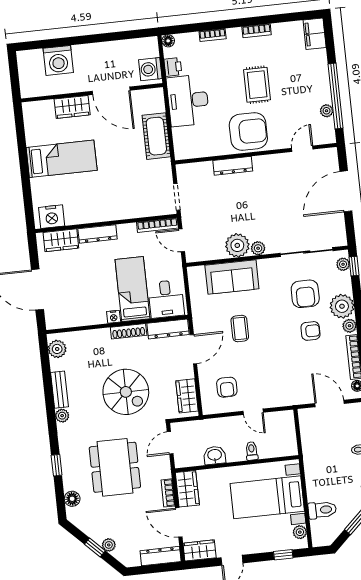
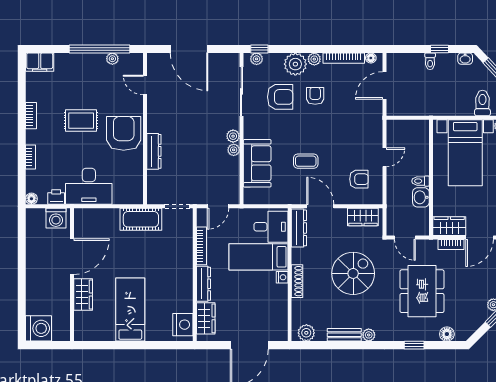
washing machine: (58, 60) -> (39, 328), moved
cot: (156, 136) -> (141, 219), moved
bookcase: (157, 225) -> (202, 246), moved
plant: (237, 245) -> (234, 150), width x0.53, depth x0.53
shoe rack: (129, 331) -> (297, 281), moved
toilet: (252, 451) -> (421, 181), moved
dining table: (115, 467) -> (422, 291), turned 90

